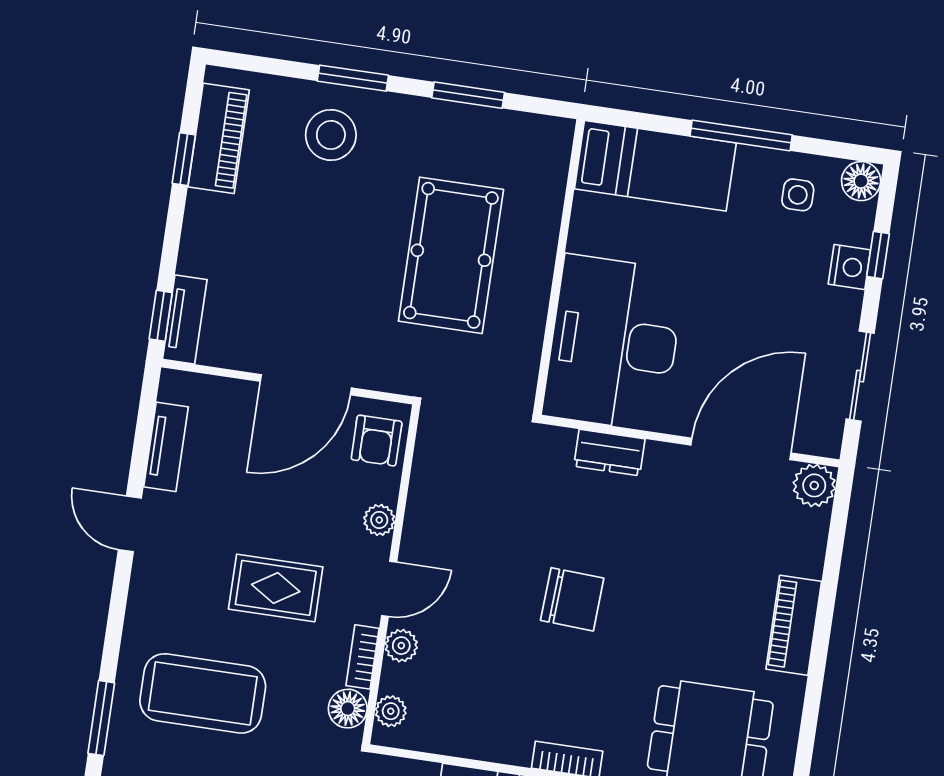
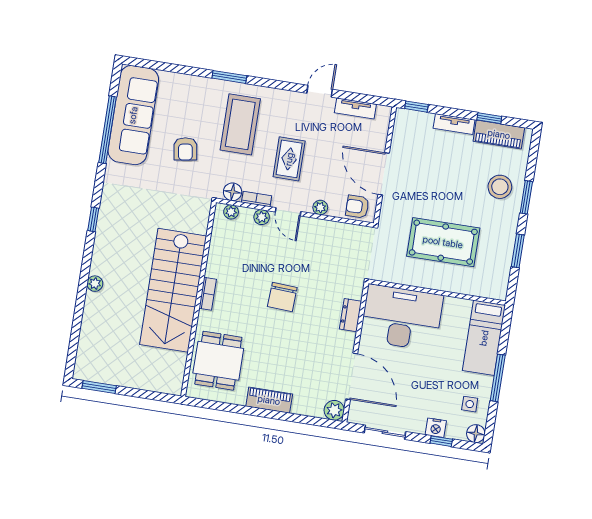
tv unit: (185, 319) -> (454, 124), moved

